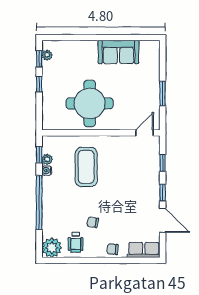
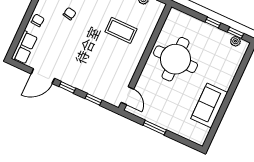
coffee table: (86, 167) -> (121, 30), width x0.73, depth x0.76

